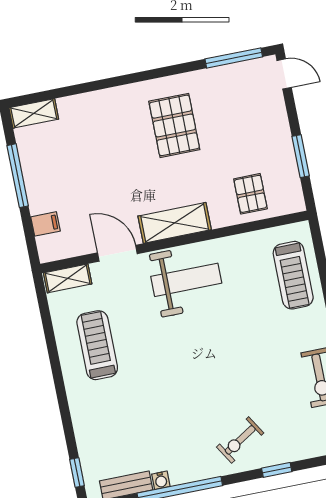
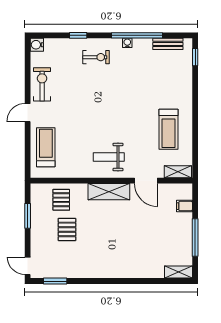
window: (234, 58) -> (55, 281), width x0.69
pallet: (174, 125) -> (67, 229), moved, width x0.67, depth x0.71
weight bench: (186, 280) -> (109, 157), width x0.73, depth x0.75
exercise bike: (240, 440) -> (96, 57), turned 32
water cooler: (161, 480) -> (127, 43), moved

